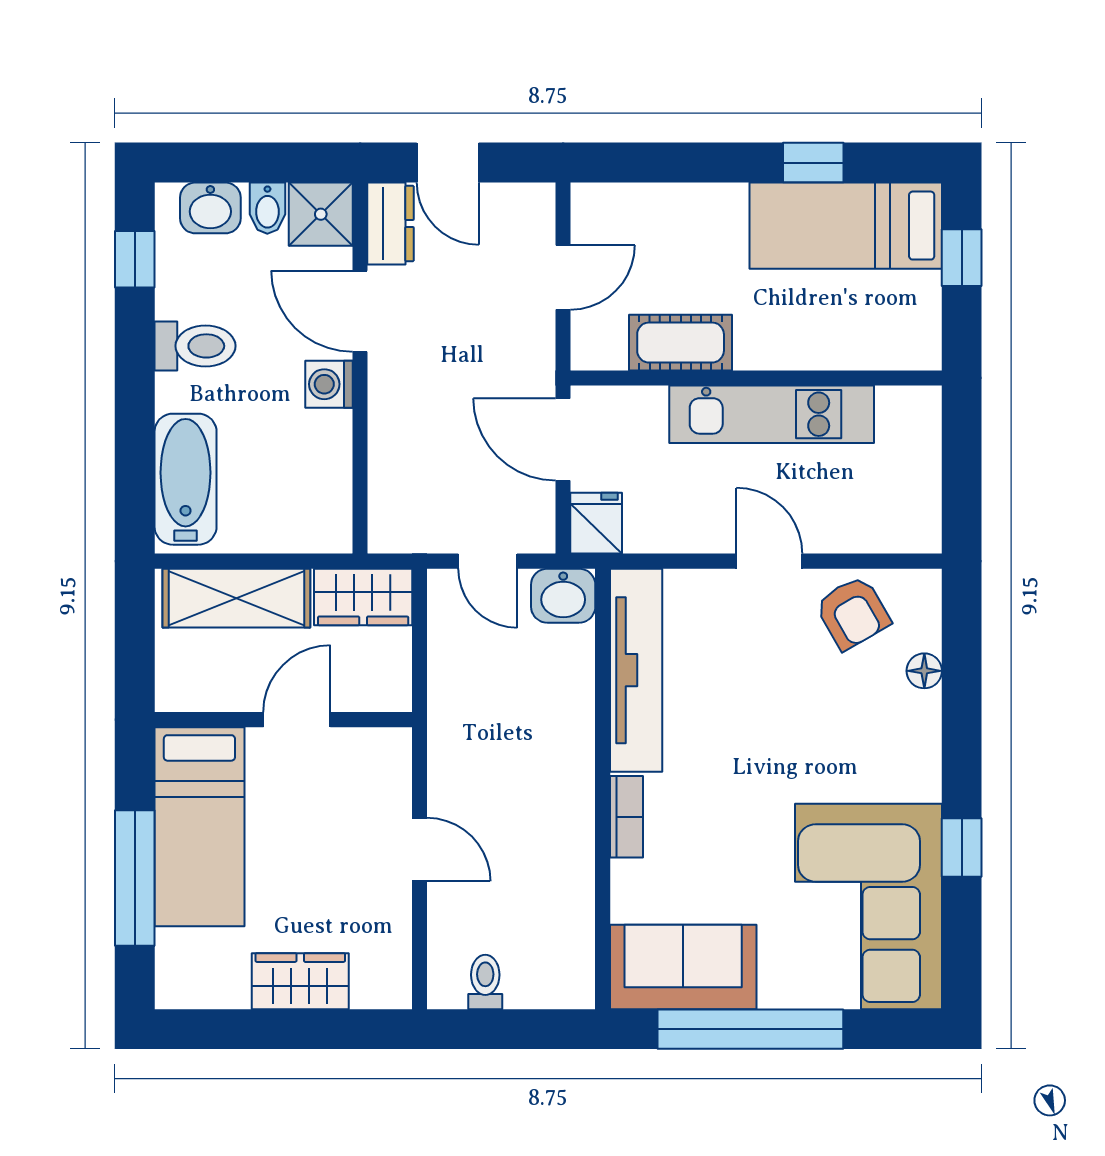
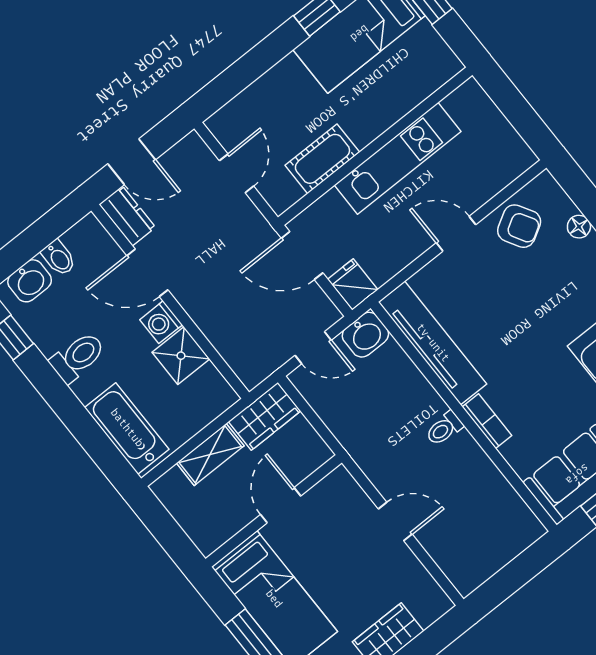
shower: (321, 214) -> (181, 356), moved
shelving: (236, 598) -> (210, 454), width x0.67, depth x0.75
toilet: (485, 982) -> (444, 429), moved, turned -90

